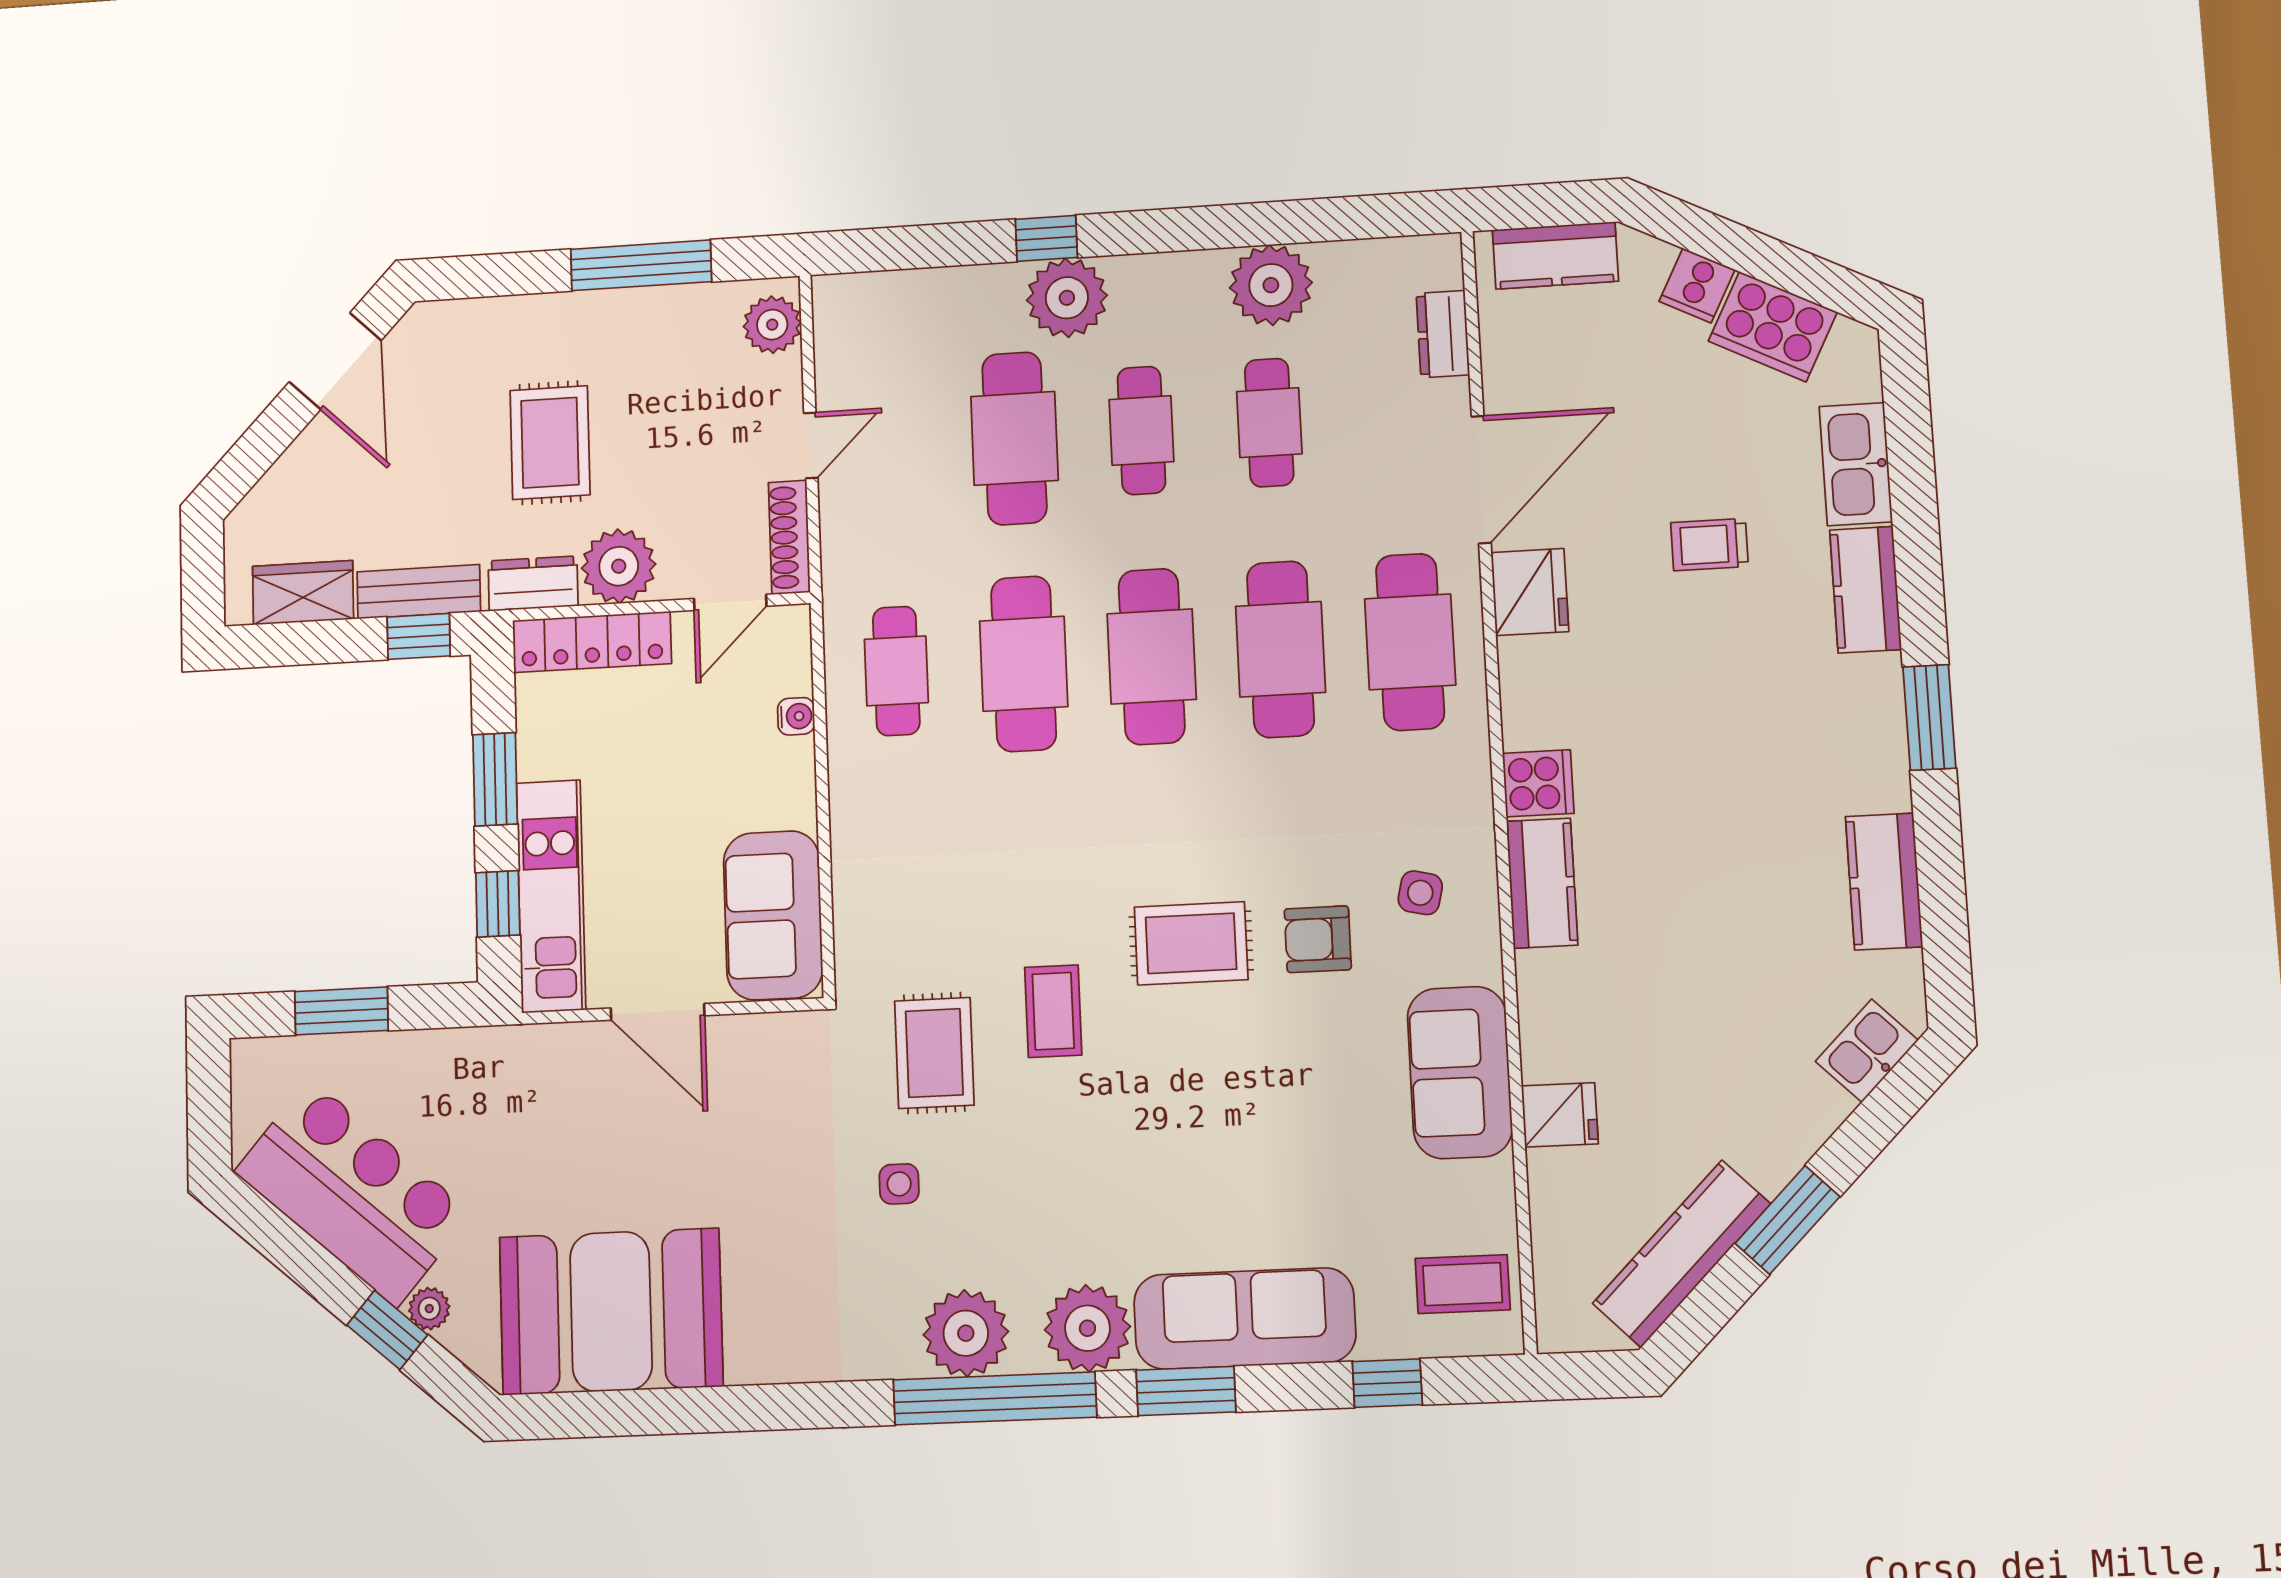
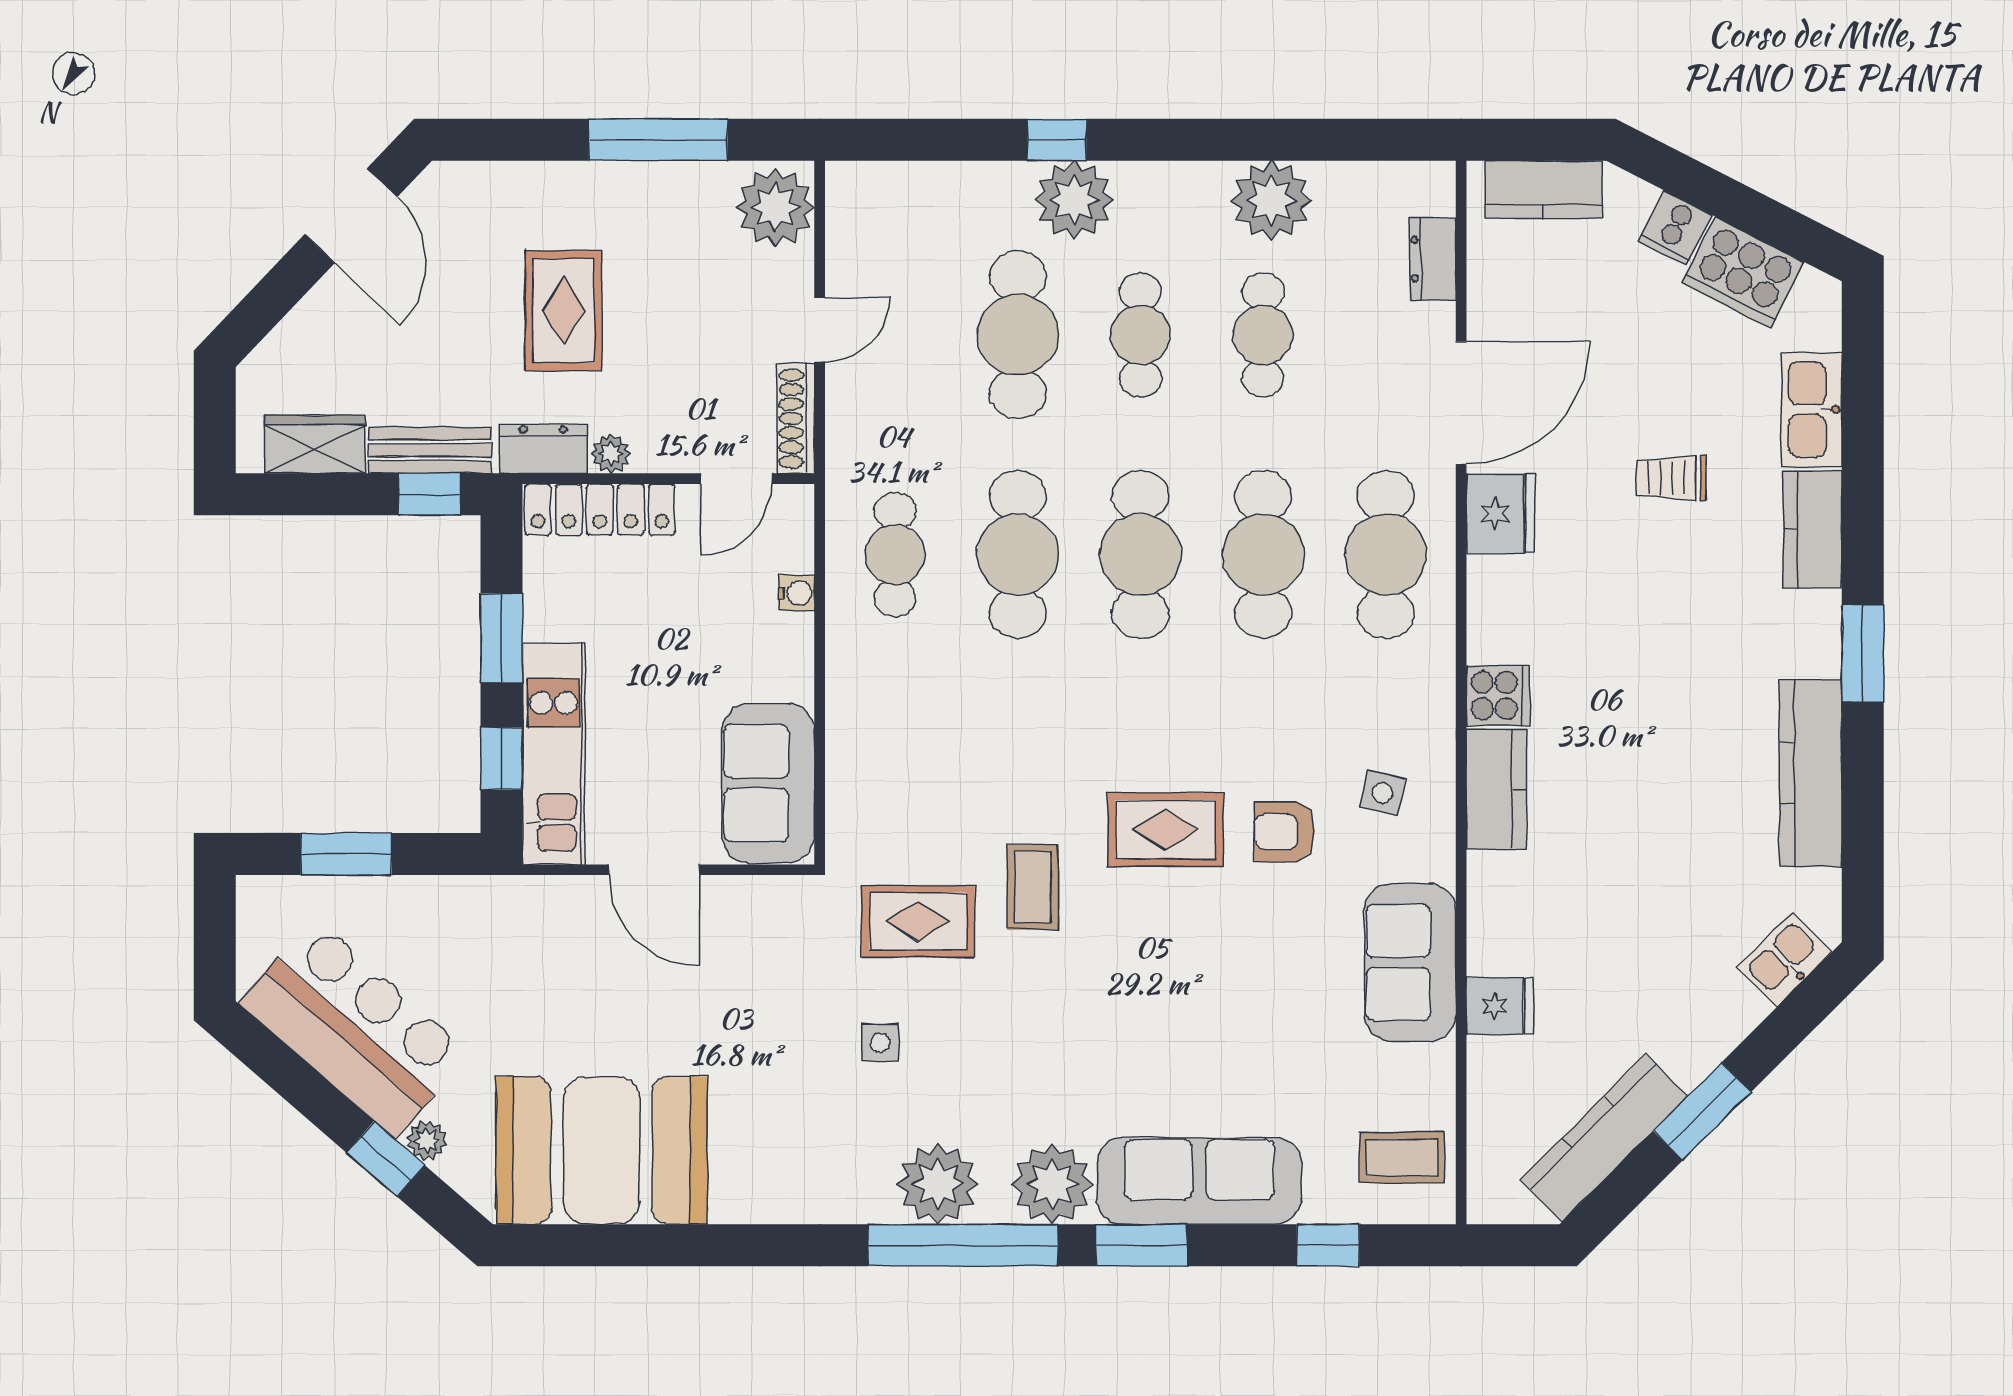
plant: (772, 325) -> (775, 207), width x1.36, depth x1.36
plant: (619, 566) -> (611, 454), width x0.53, depth x0.53
kitchen counter: (1884, 882) -> (1811, 773), width x1.50
rug: (934, 1053) -> (918, 921), turned 90

